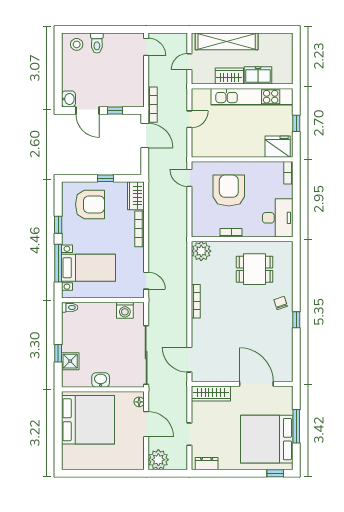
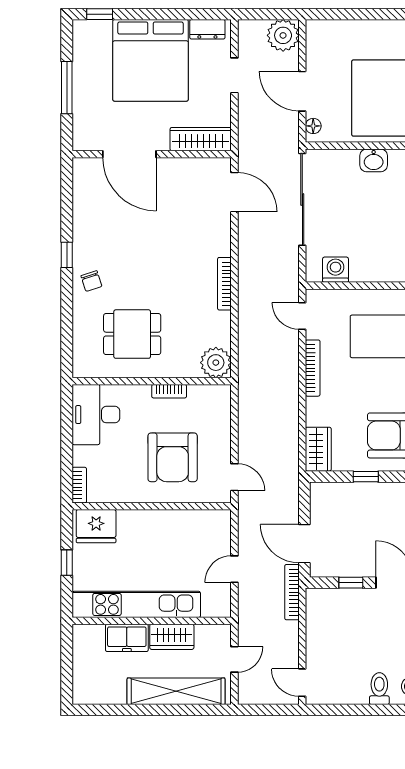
bookcase: (139, 229) -> (313, 368), moved
bed: (267, 439) -> (151, 60), moved, turned 90

